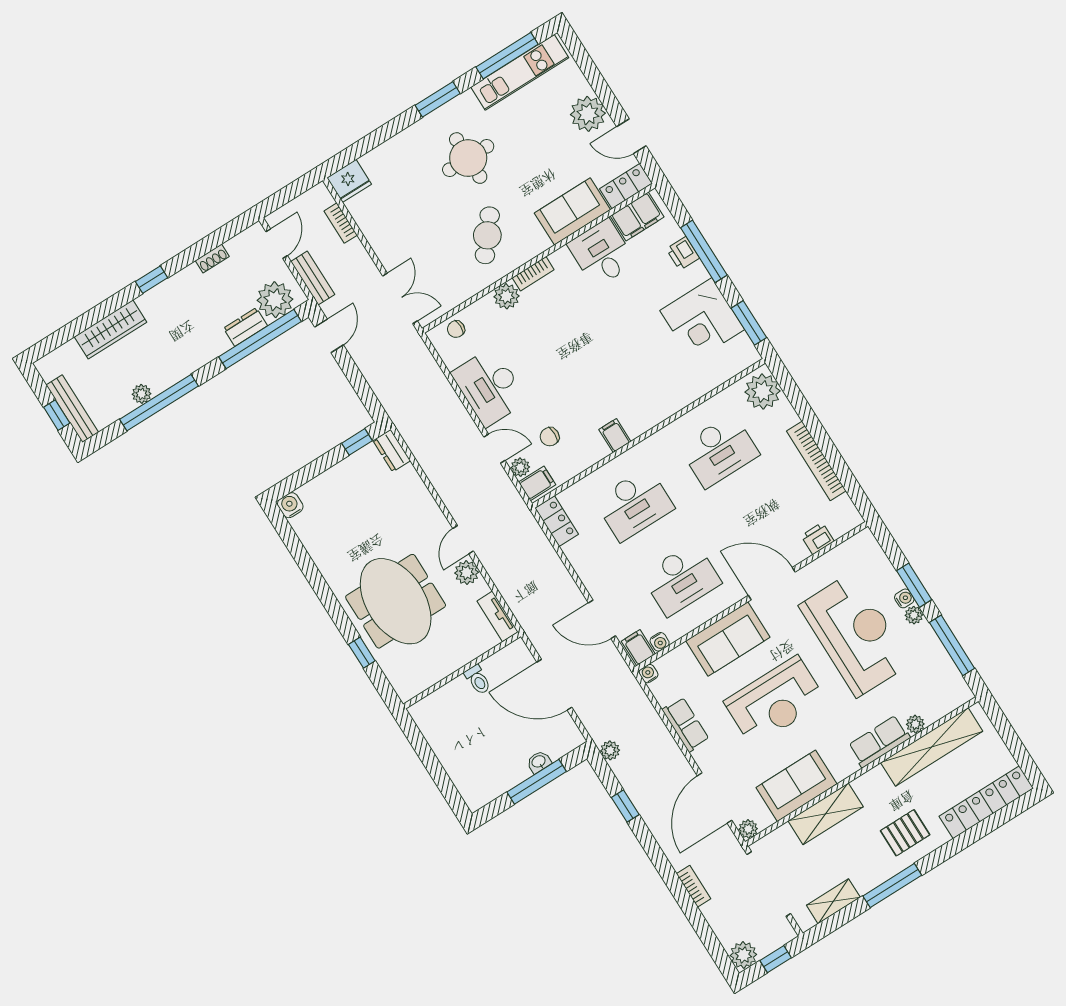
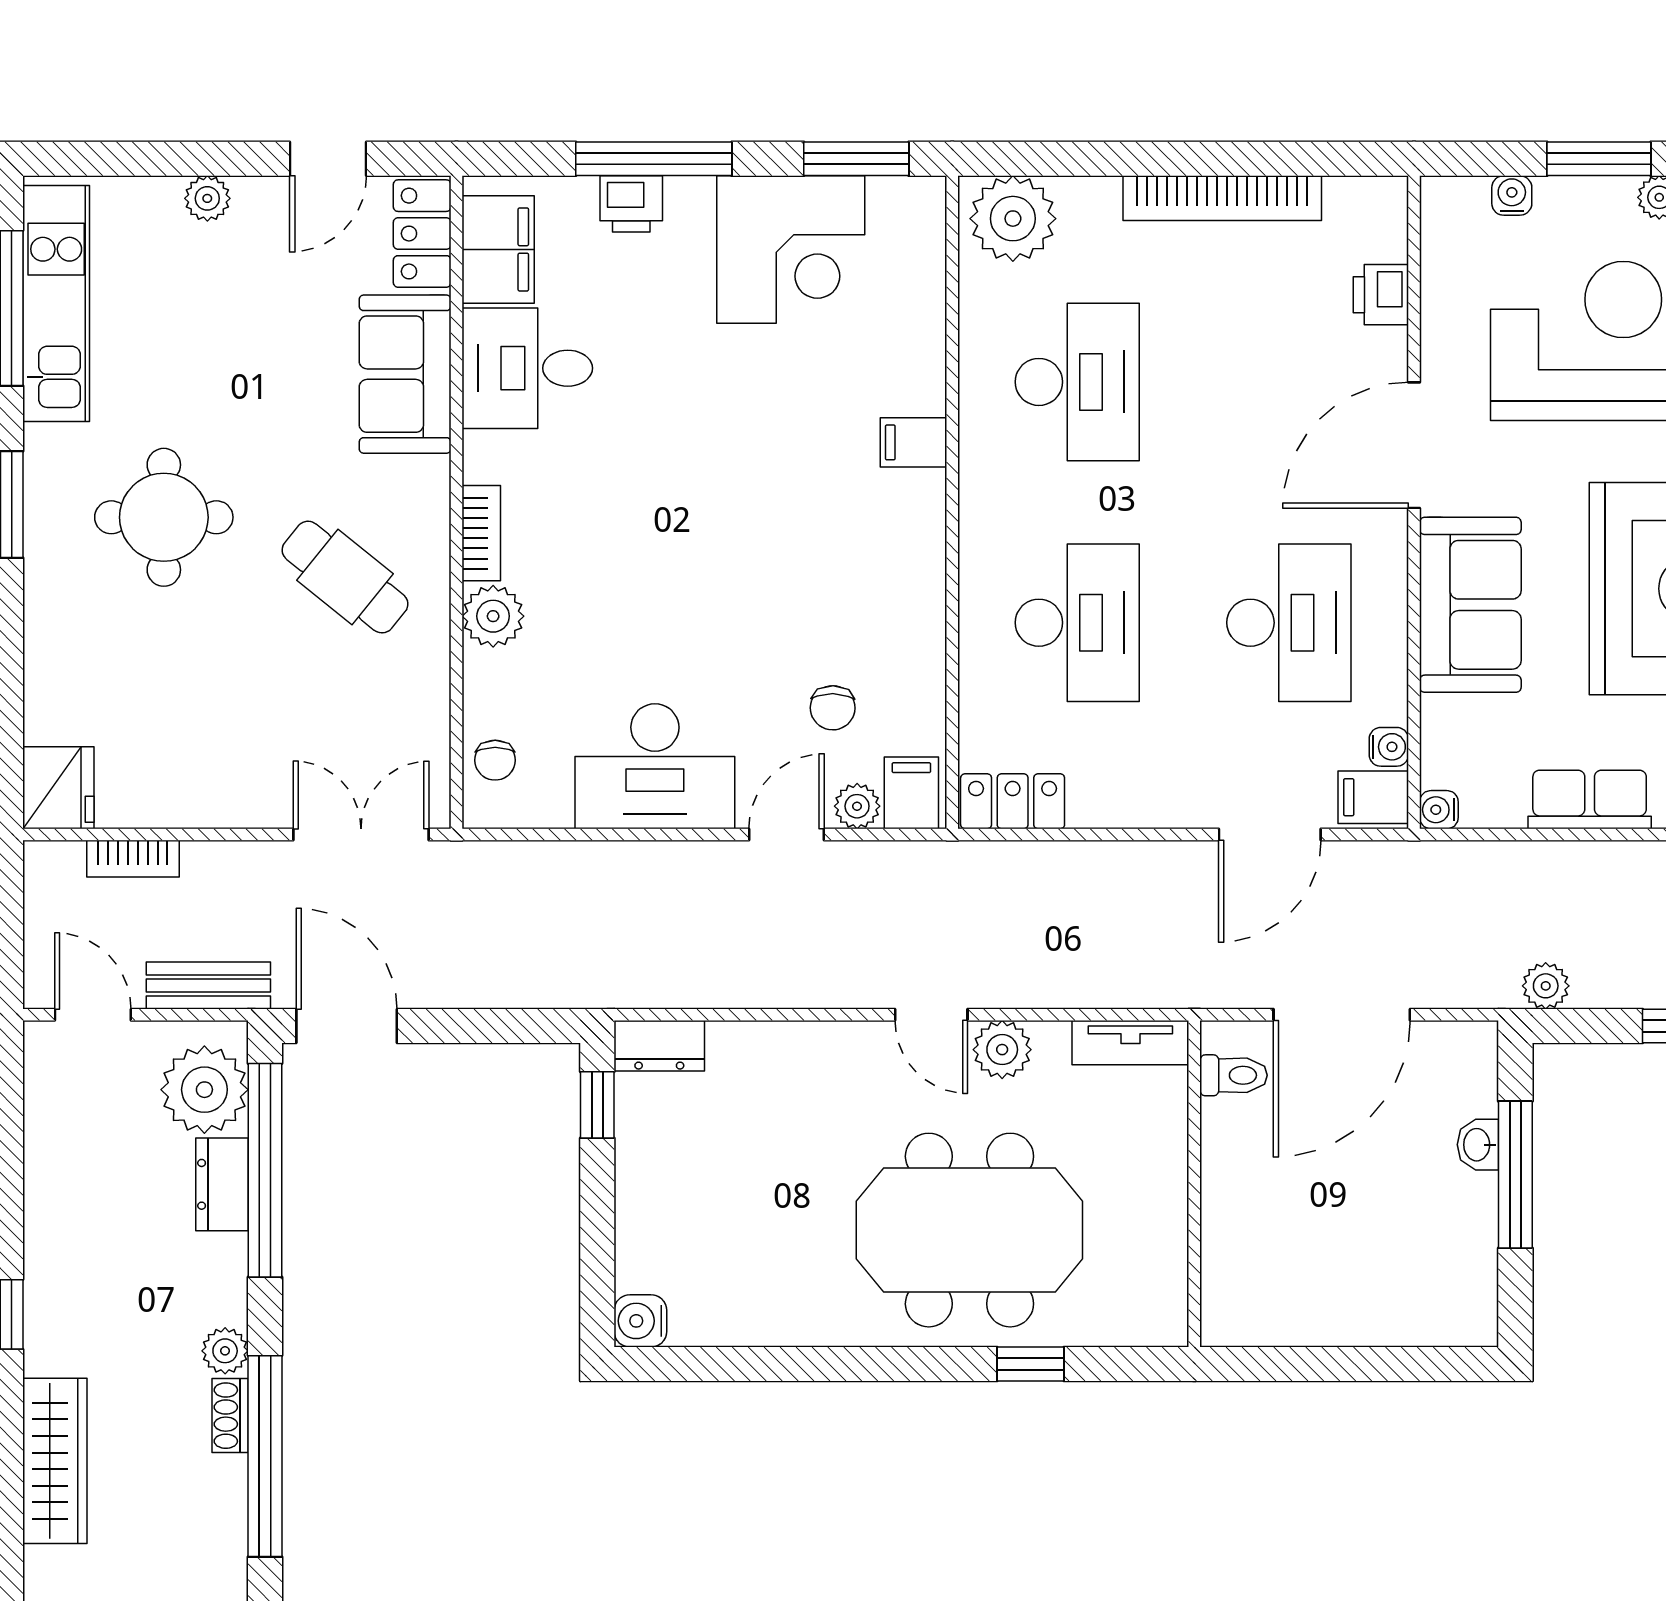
plant: (588, 114) -> (207, 198), width x0.53, depth x0.53
shoe rack: (212, 259) -> (230, 1416), moved, turned 180
door: (329, 336) -> (347, 1026), width x1.37
plant: (142, 394) -> (225, 1351), moved
filing cabinet: (615, 435) -> (913, 442), moved
water cooler: (904, 598) -> (1512, 196), moved
toilet: (478, 680) -> (1234, 1075), moved

